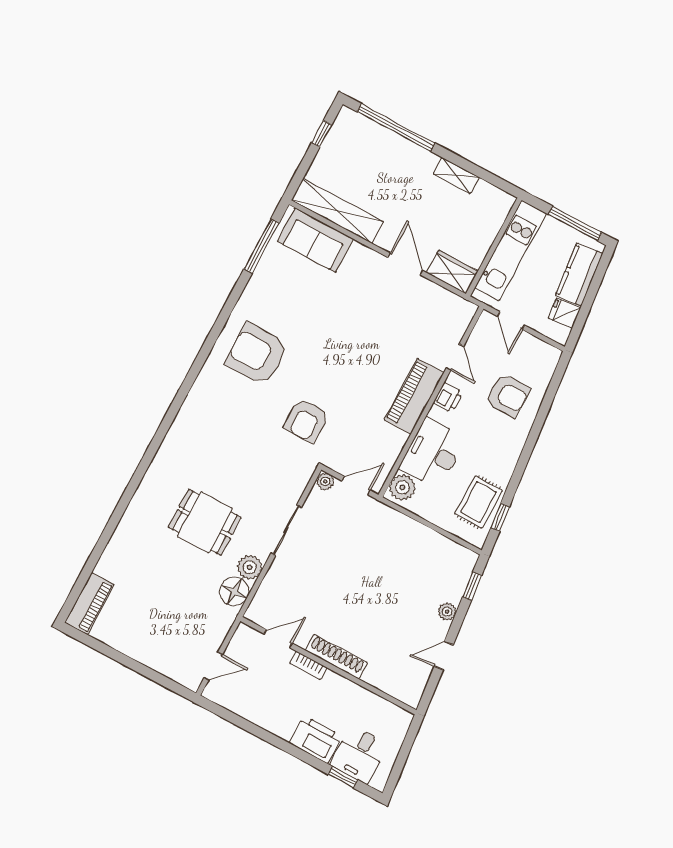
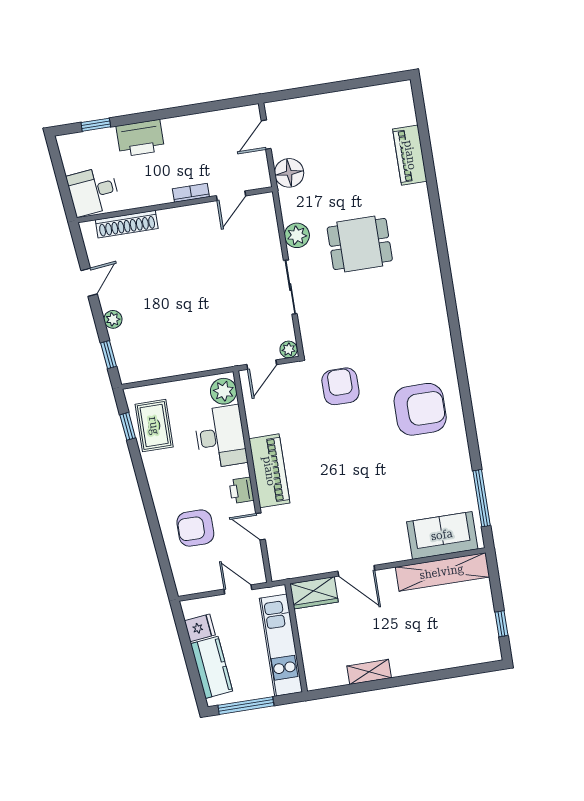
window: (396, 127) -> (446, 674), removed
floor lamp: (234, 592) -> (289, 173), moved
piano: (89, 604) -> (410, 155), moved
shoe rack: (336, 657) -> (127, 224), moved
desk: (359, 754) -> (93, 191), moved, turned -96

